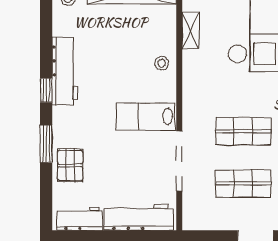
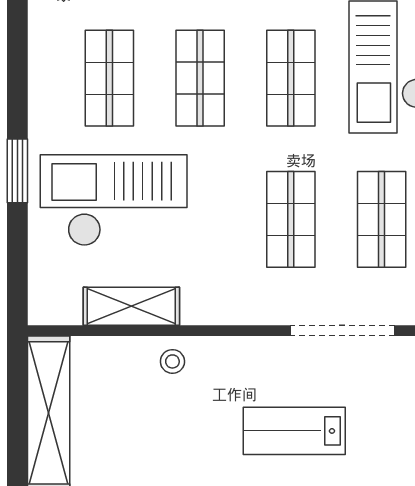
shelving: (190, 30) -> (131, 306), width x1.50, depth x1.33
lab bench: (145, 116) -> (294, 431), moved, turned 90

